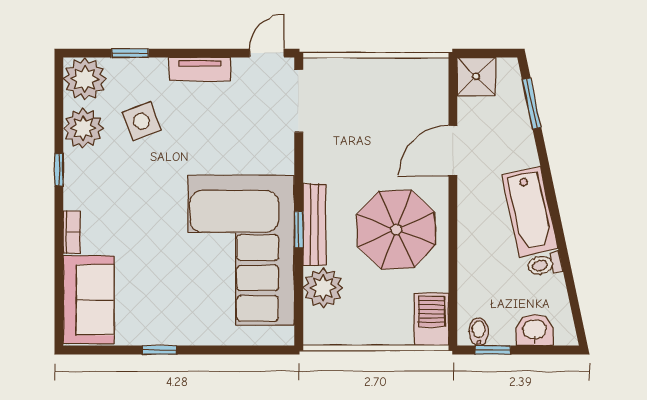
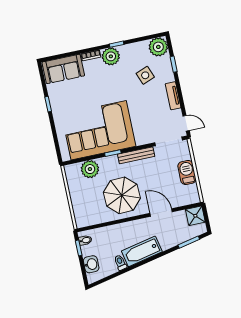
plant: (83, 128) -> (111, 56), moved
bench: (314, 225) -> (136, 155), moved
barbecue: (431, 319) -> (187, 172), moved, turned -90

